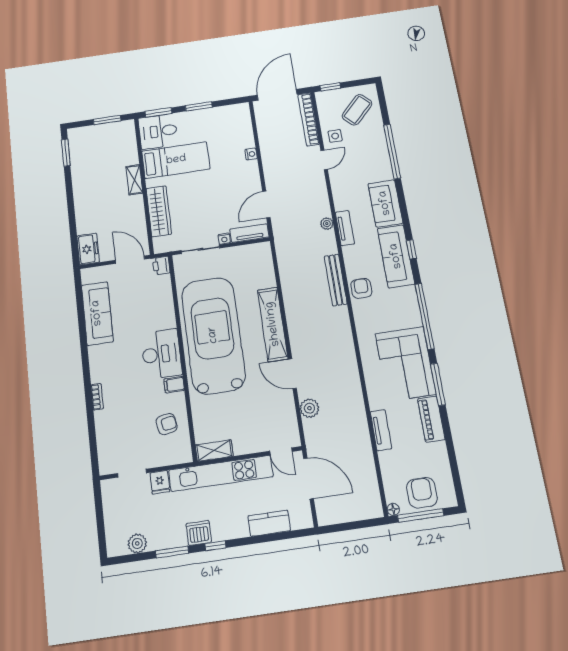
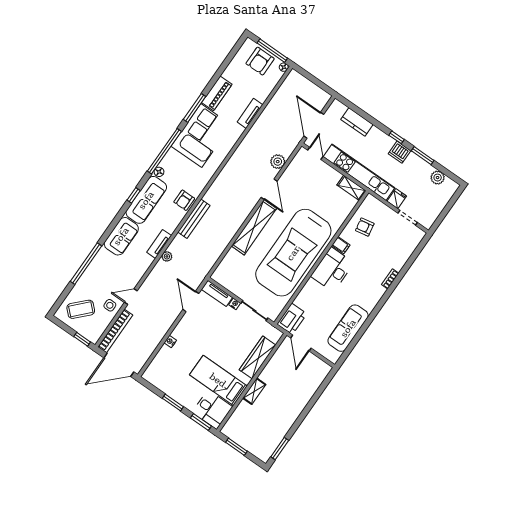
door: (266, 205) -> (191, 301), swing flipped
freezer: (88, 249) -> (320, 373), removed
printer: (161, 266) -> (292, 319), width x1.87, depth x1.48
floor lamp: (410, 293) -> (159, 172), added

